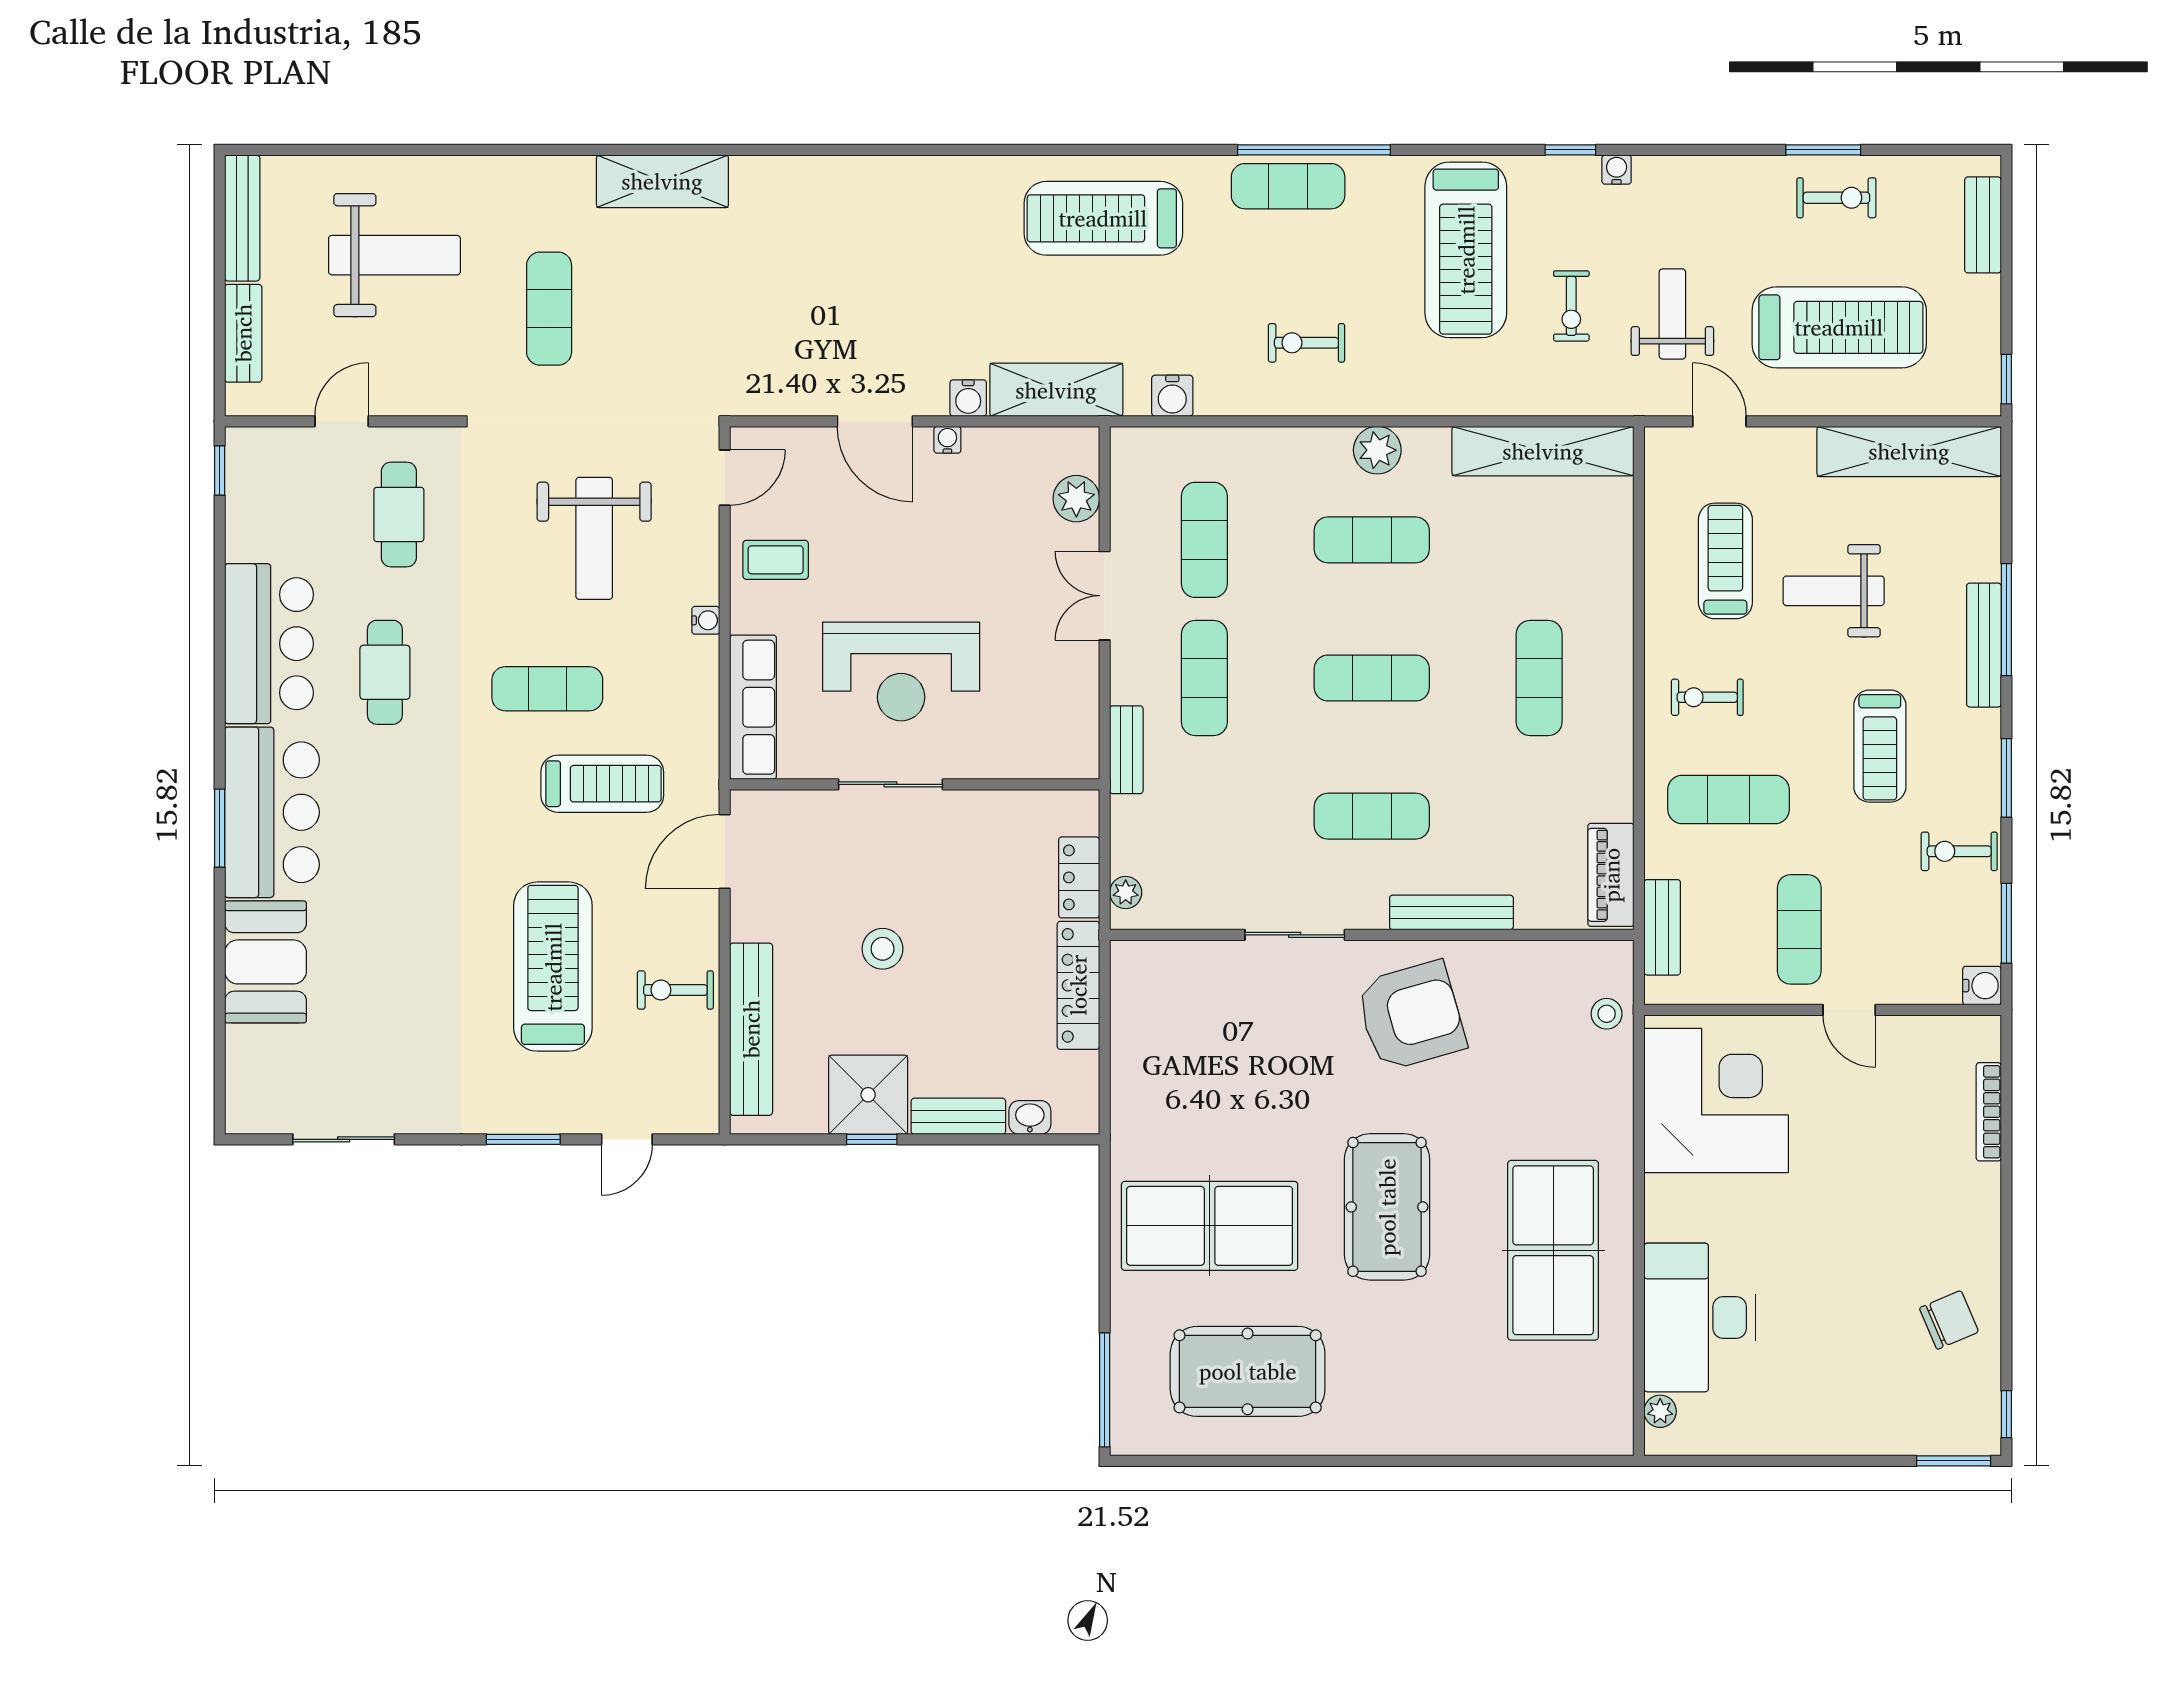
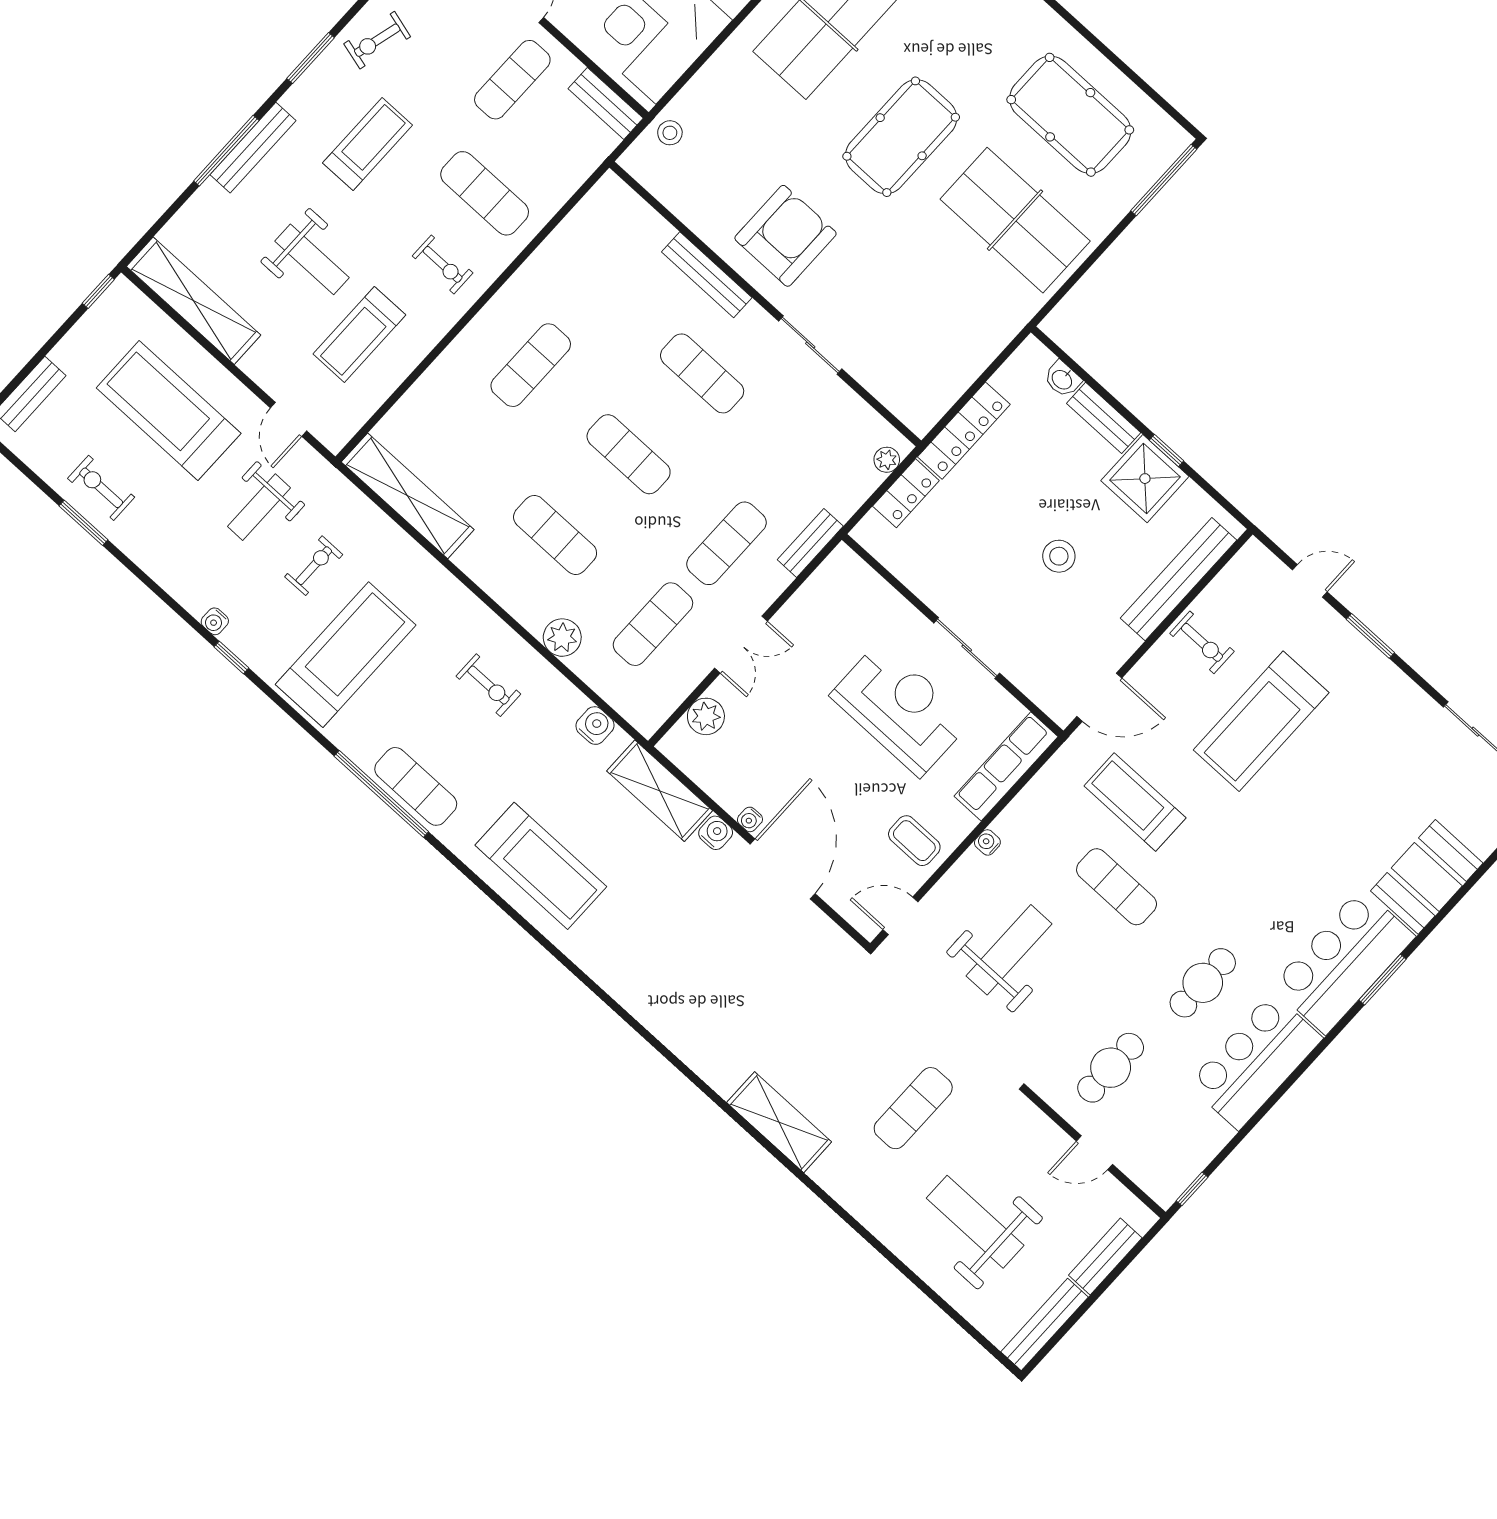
door: (875, 421) -> (783, 869), width x1.36
plant: (1377, 450) -> (562, 638), moved
exercise bike: (1959, 851) -> (377, 40), turned 105
piano: (1611, 875) -> (593, 212), removed
bench: (1662, 927) -> (606, 103), moved, turned 90
armchair: (1411, 1016) -> (785, 236), turned 106

